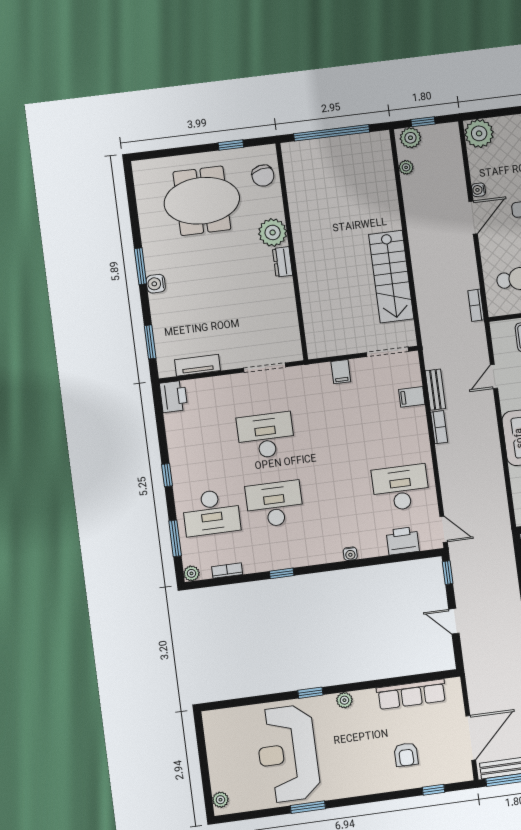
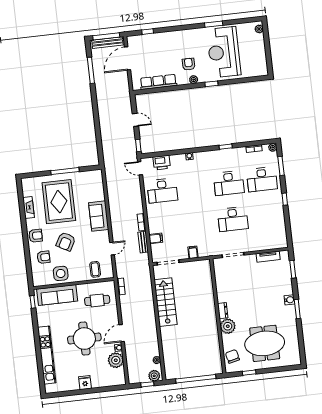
plant: (479, 133) -> (116, 360), moved
printer: (174, 397) -> (281, 240), removed
desk: (211, 512) -> (262, 179), turned 180
reception desk: (288, 754) -> (224, 52), turned 180
armchair: (406, 755) -> (189, 64), moved

